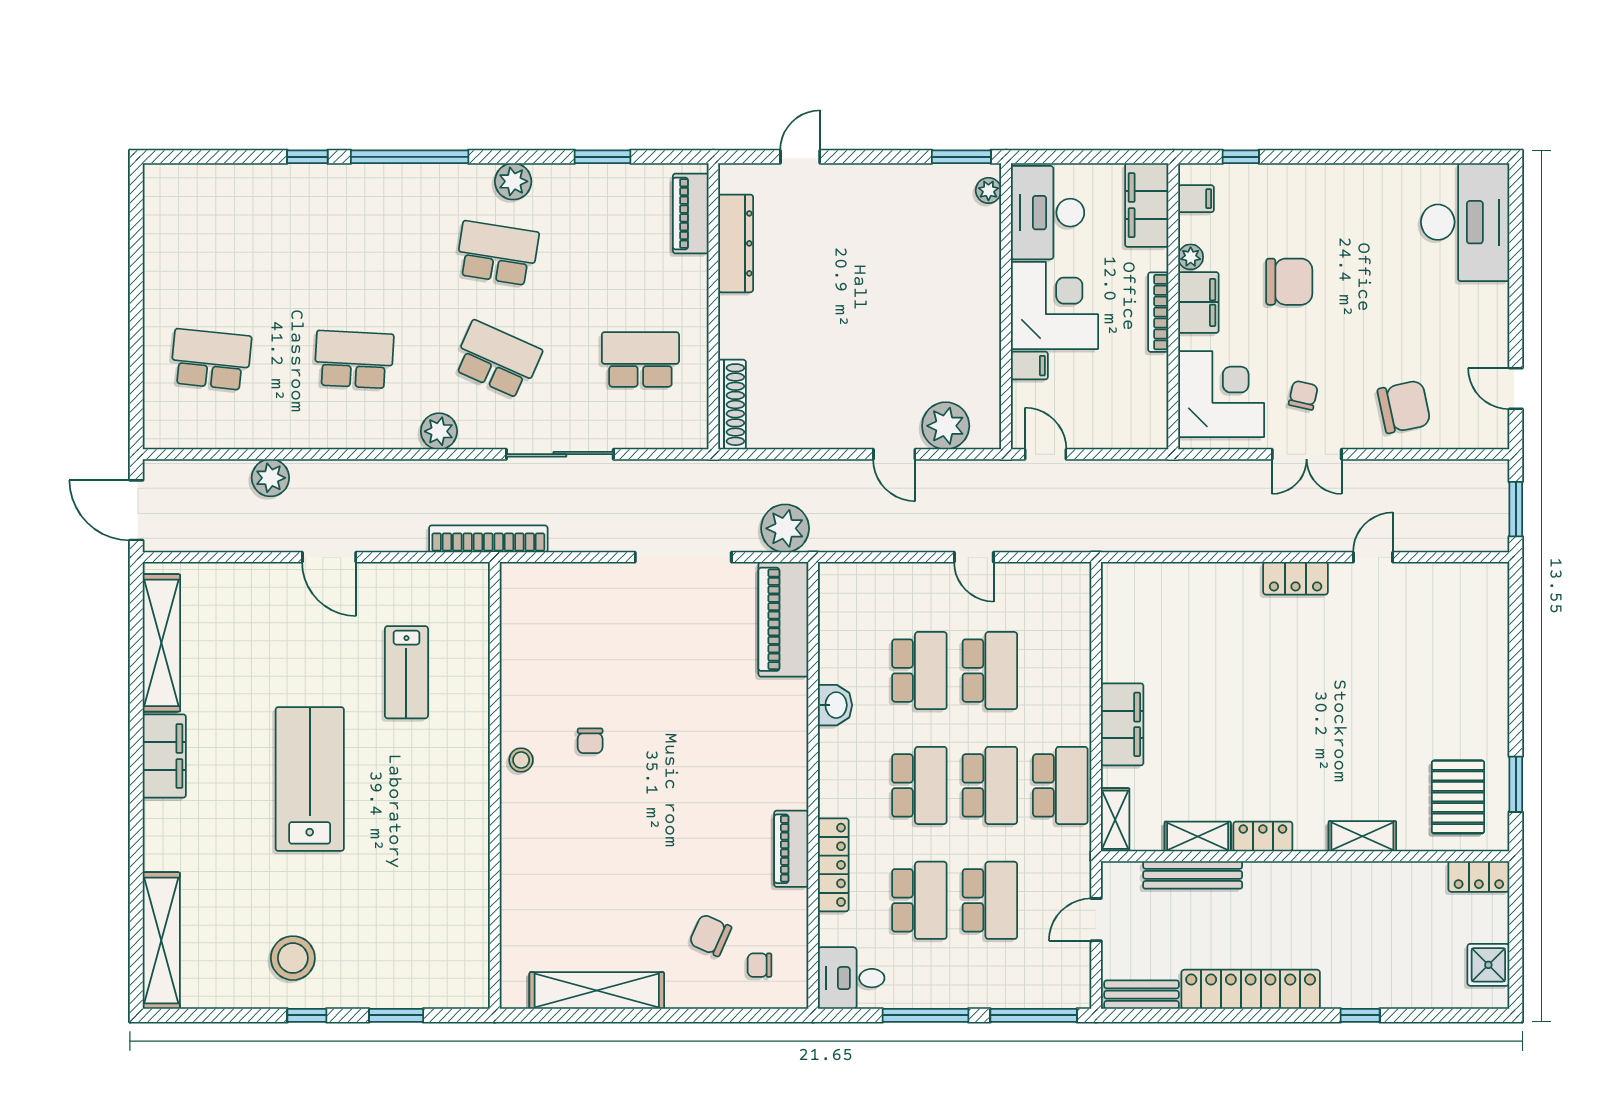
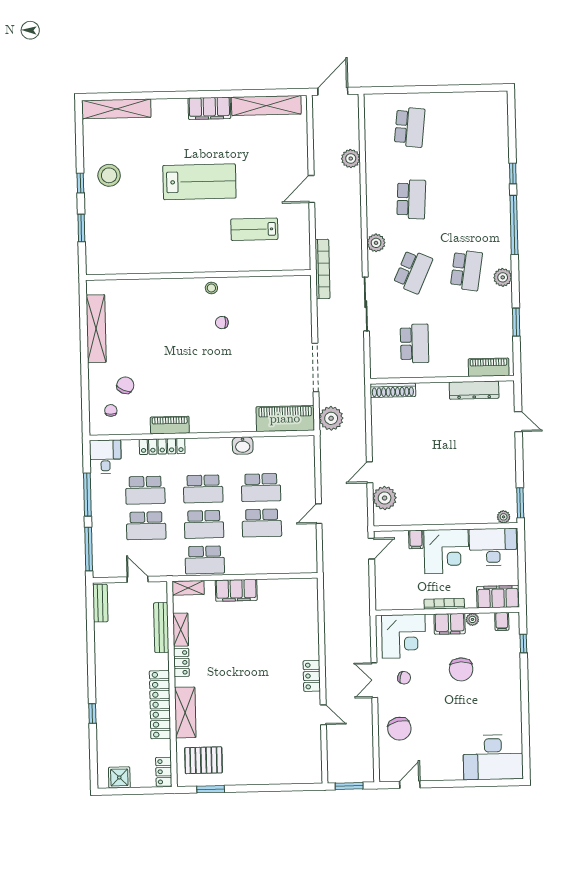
shelving: (1362, 836) -> (185, 712), width x1.50, depth x1.33
locker: (1251, 989) -> (160, 705), moved, turned 180

